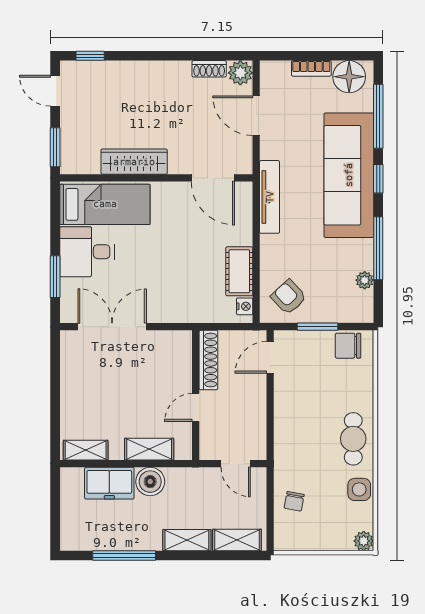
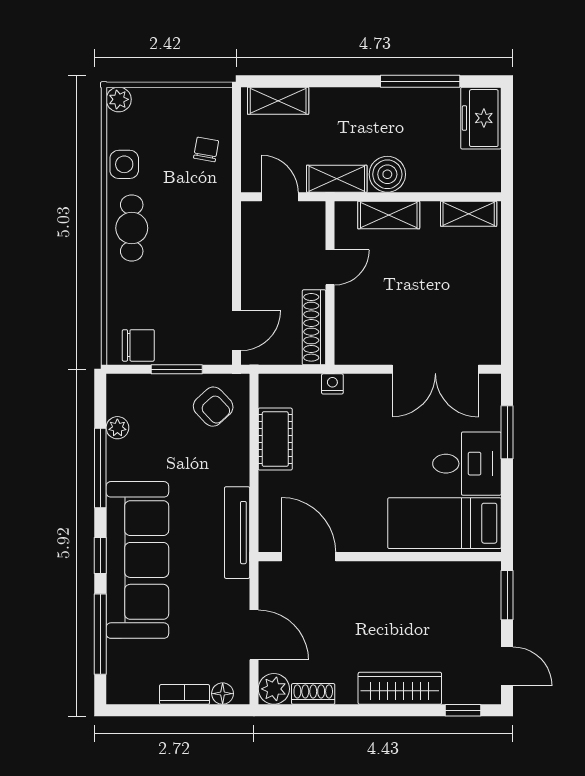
floor lamp: (349, 77) -> (223, 694), moved, width x0.53, depth x0.53
wardrobe: (134, 162) -> (400, 688), moved, turned 180
nightstand: (245, 306) -> (332, 384), moved, turned 90
freezer: (109, 483) -> (481, 118), moved, turned -90
shelving: (187, 540) -> (337, 179), moved

